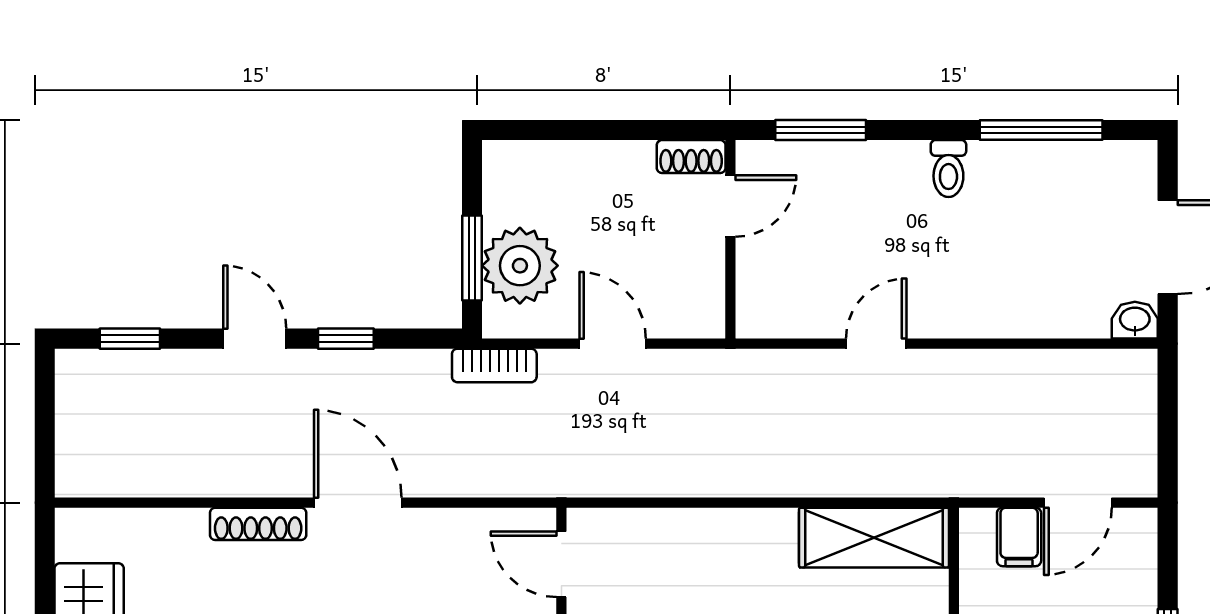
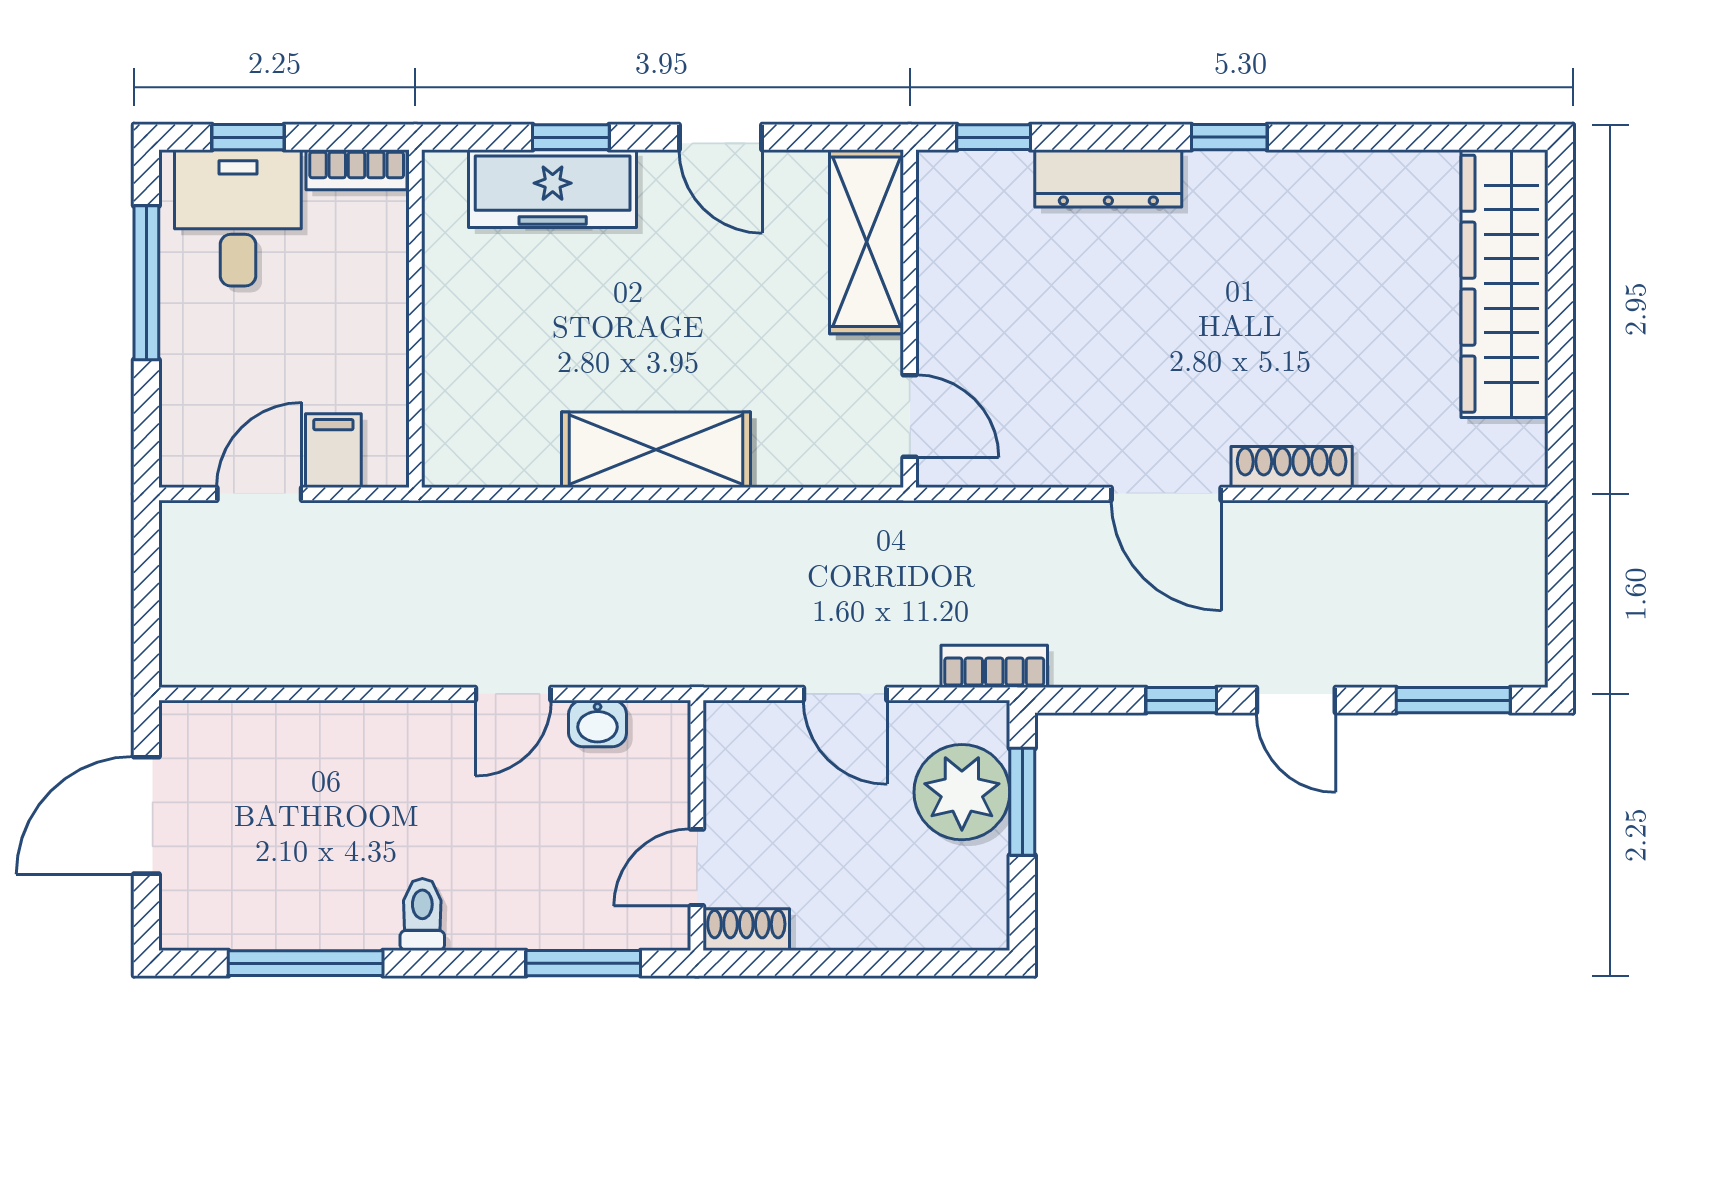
washbasin: (1135, 320) -> (598, 724), moved
window: (130, 339) -> (1453, 700), width x1.50
shelving: (874, 538) -> (656, 450), moved

